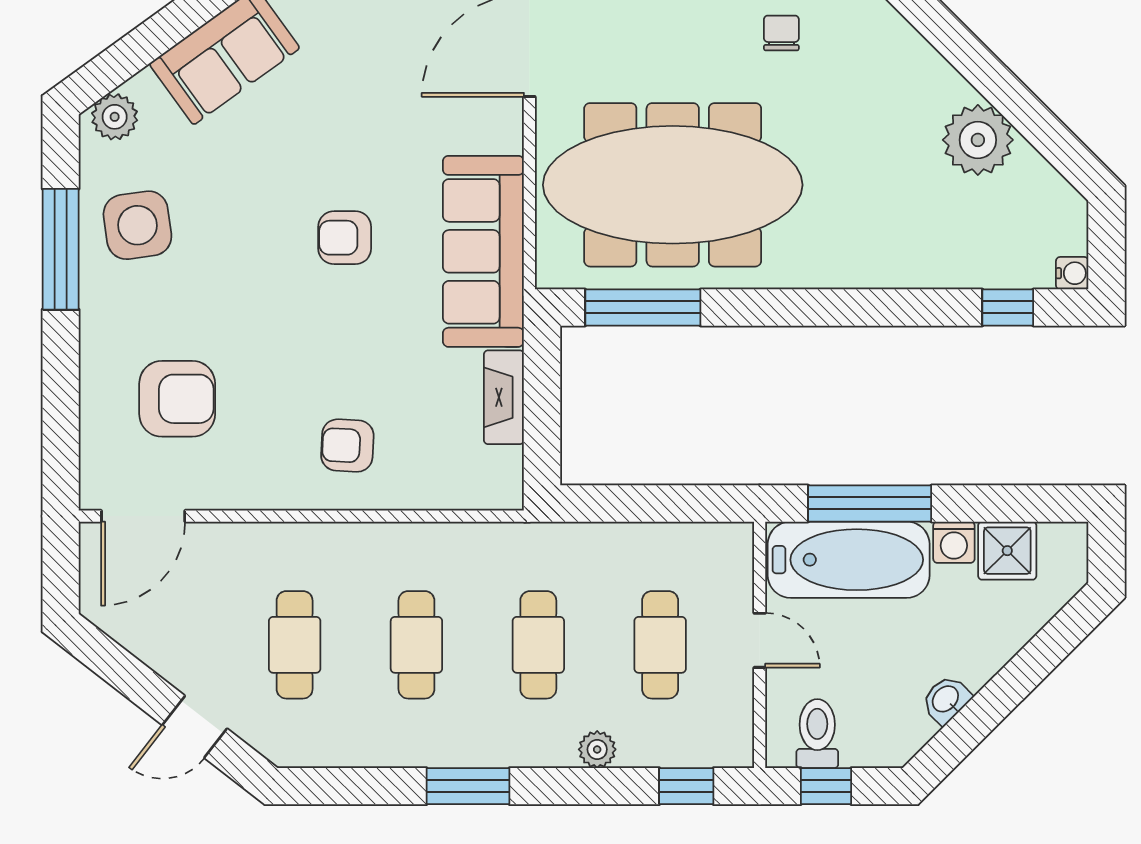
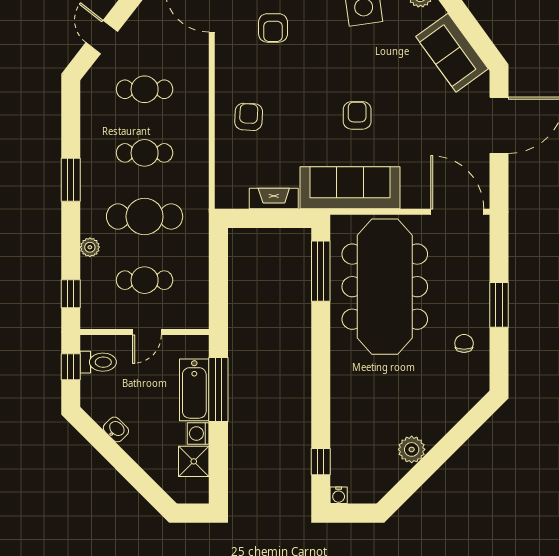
chair: (781, 33) -> (464, 343), turned -90
plant: (978, 140) -> (412, 449), width x0.73, depth x0.73
armchair: (177, 399) -> (273, 28), width x0.72, depth x0.72
bathtub: (849, 560) -> (194, 390), width x0.73, depth x0.73
cafe table: (538, 645) -> (145, 217), width x1.37, depth x1.35

